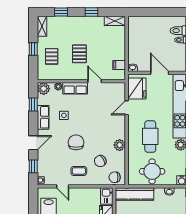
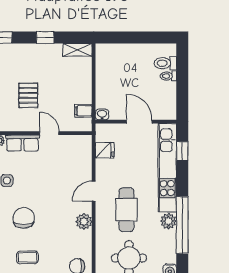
fridge: (137, 88) -> (105, 150), width x0.53, depth x0.75
door: (127, 108) -> (94, 191), moved
chair: (100, 161) -> (57, 244), removed

